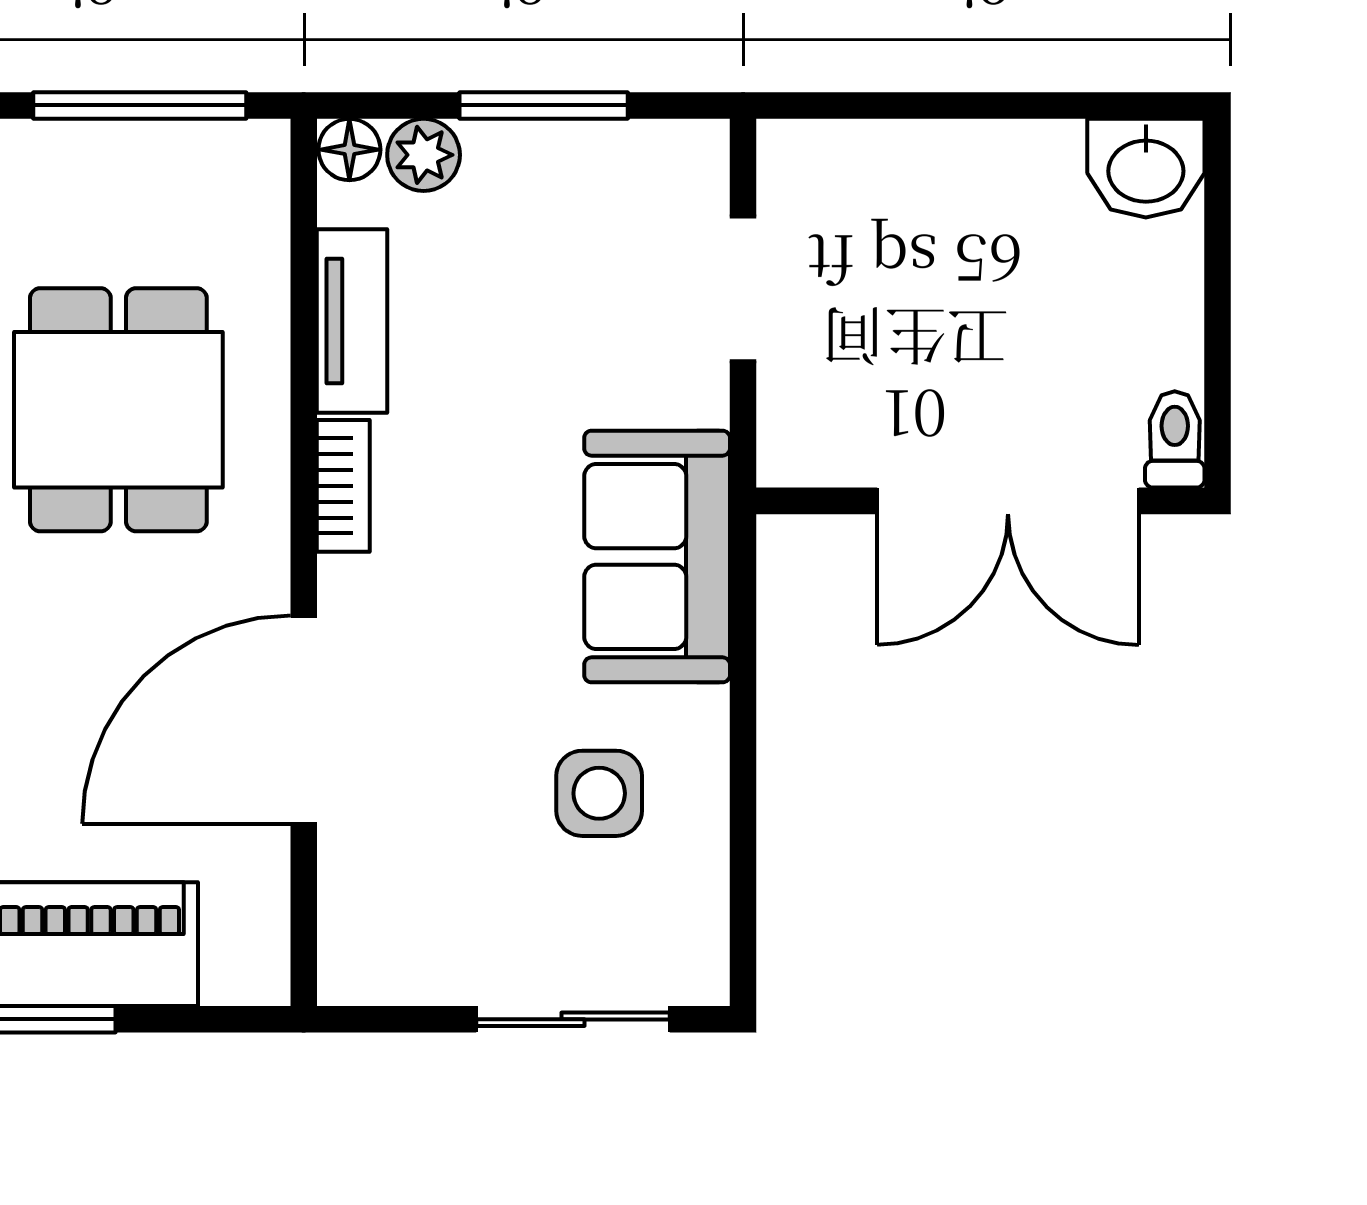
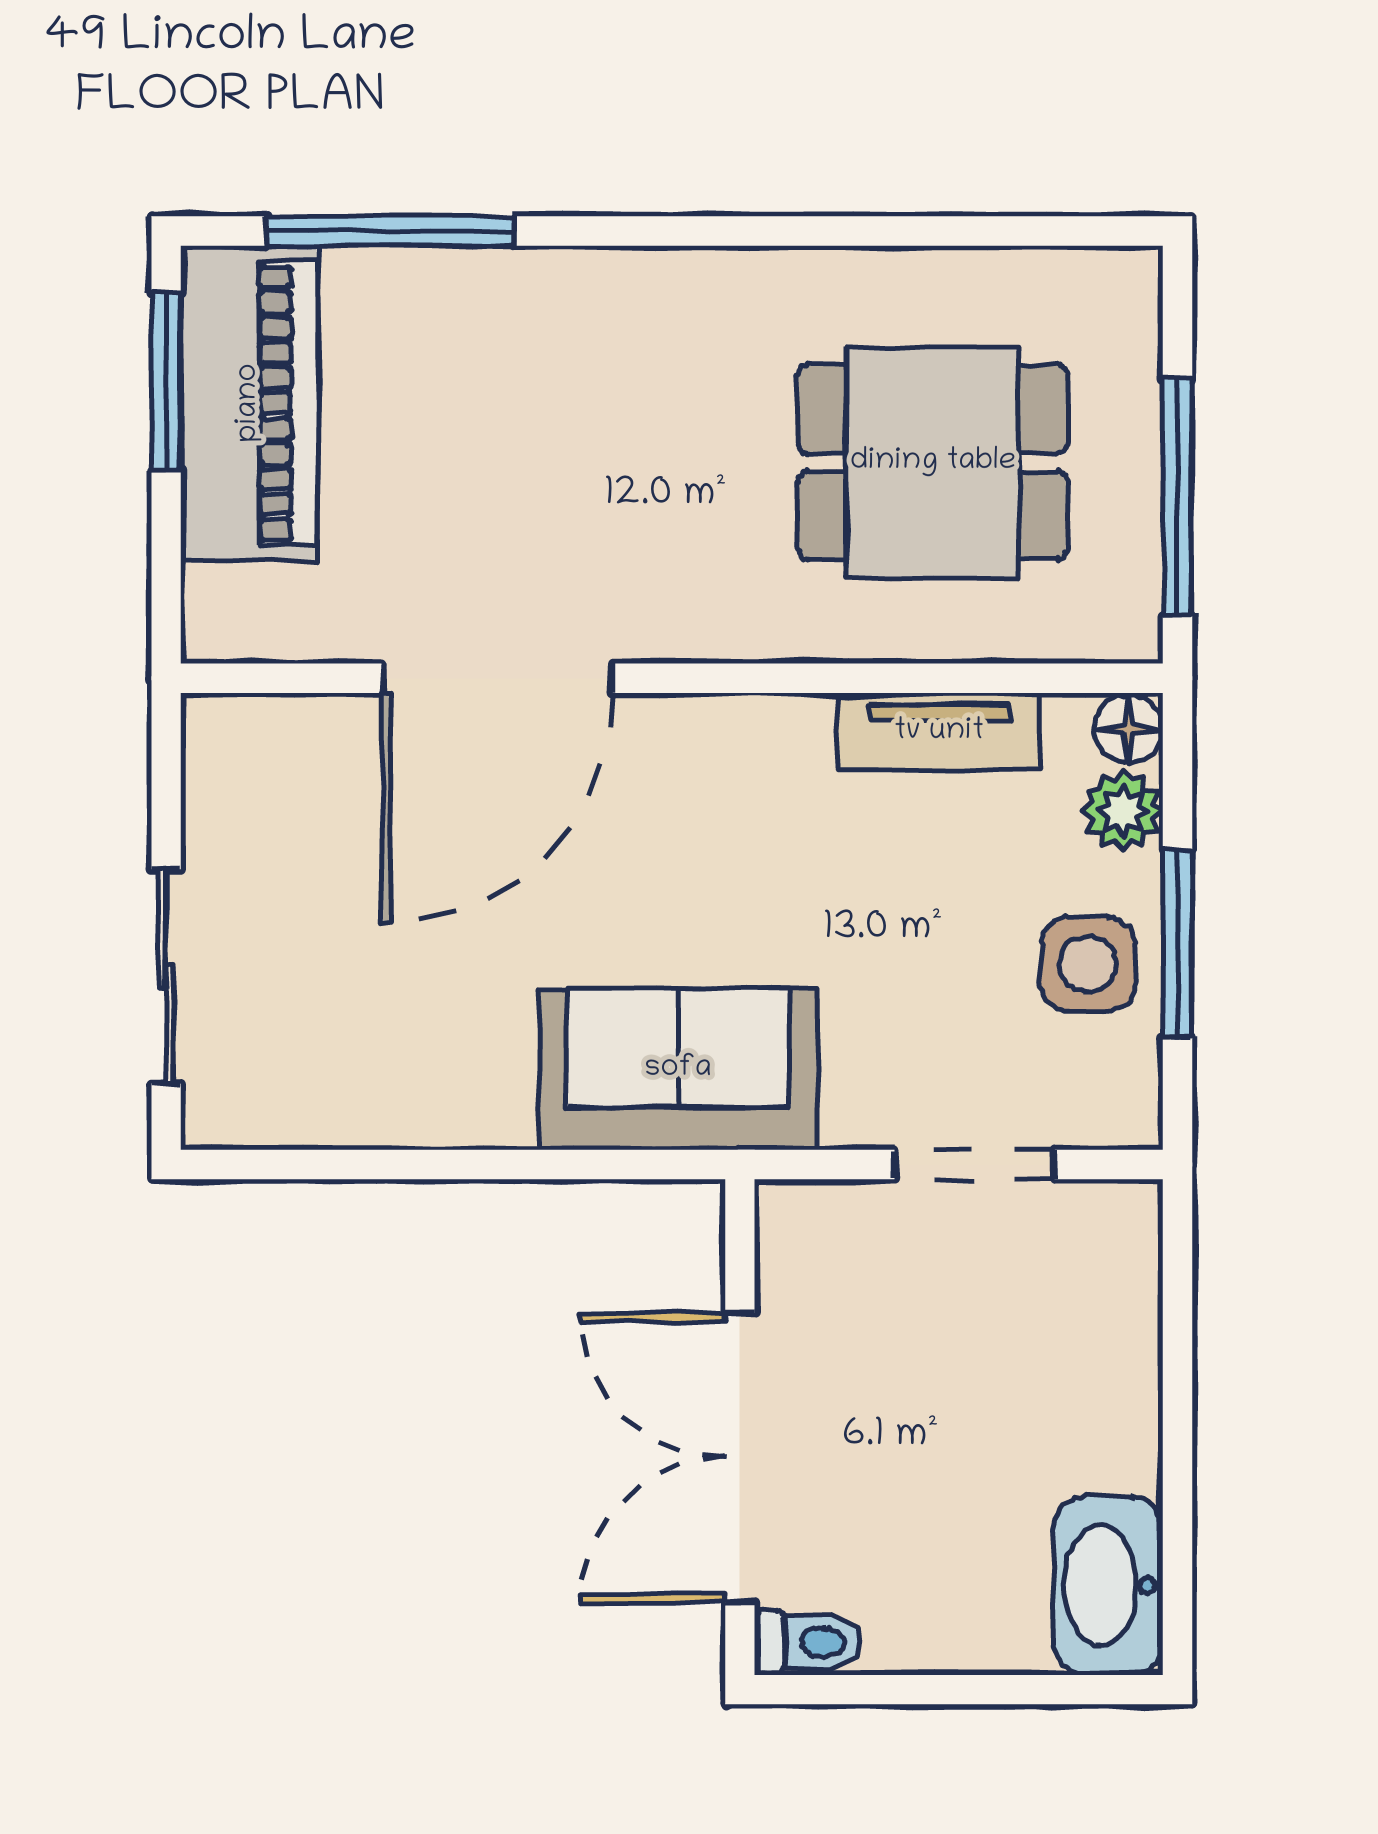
washbasin: (1146, 168) -> (1108, 1585), width x1.38
dining table: (118, 410) -> (933, 462), moved
bookcase: (343, 486) -> (757, 722), removed
door: (304, 720) -> (498, 678), swing flipped
side table: (599, 793) -> (1088, 964), moved

